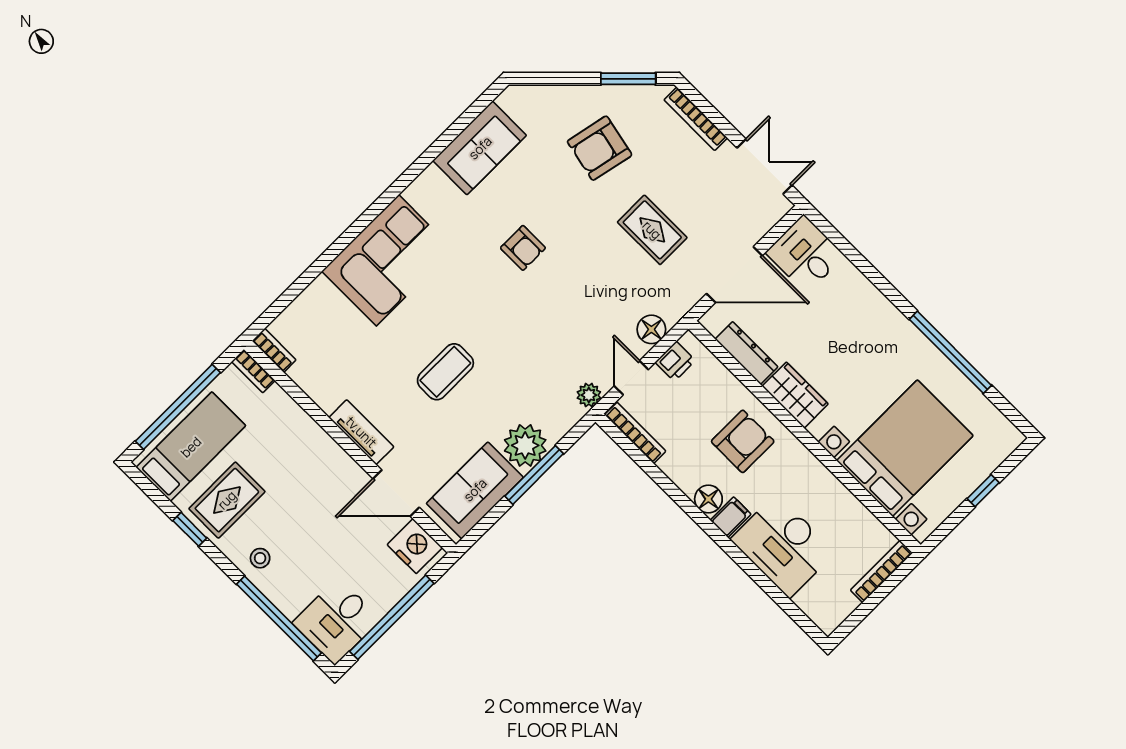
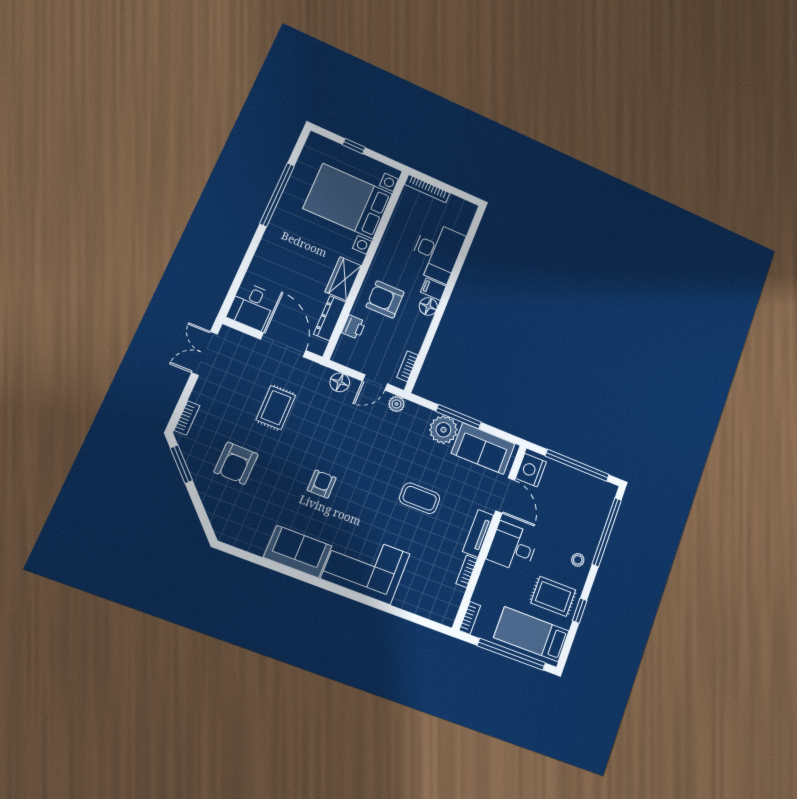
bookcase: (696, 119) -> (187, 418), width x0.64
sofa: (480, 148) -> (298, 552), moved
armchair: (600, 148) -> (236, 463), turned 79
bookcase: (274, 350) -> (467, 571), moved
printer: (675, 361) -> (354, 327), moved, turned 90
bookcase: (635, 433) -> (407, 366), width x0.64
desk: (336, 621) -> (513, 547), moved, turned 180

